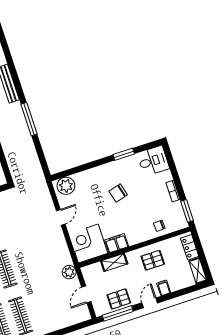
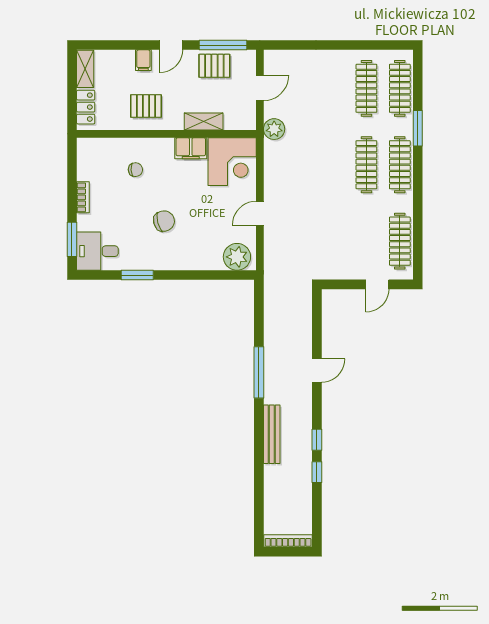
window: (187, 211) -> (72, 239), moved
chair: (159, 226) -> (135, 170), moved

